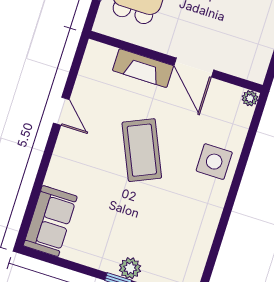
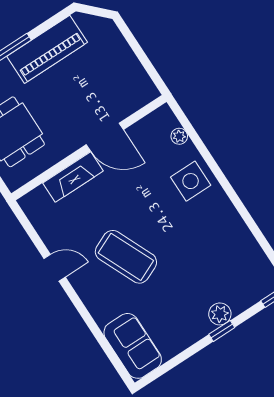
plant: (250, 98) -> (179, 136), moved
coffee table: (142, 150) -> (126, 257), moved

